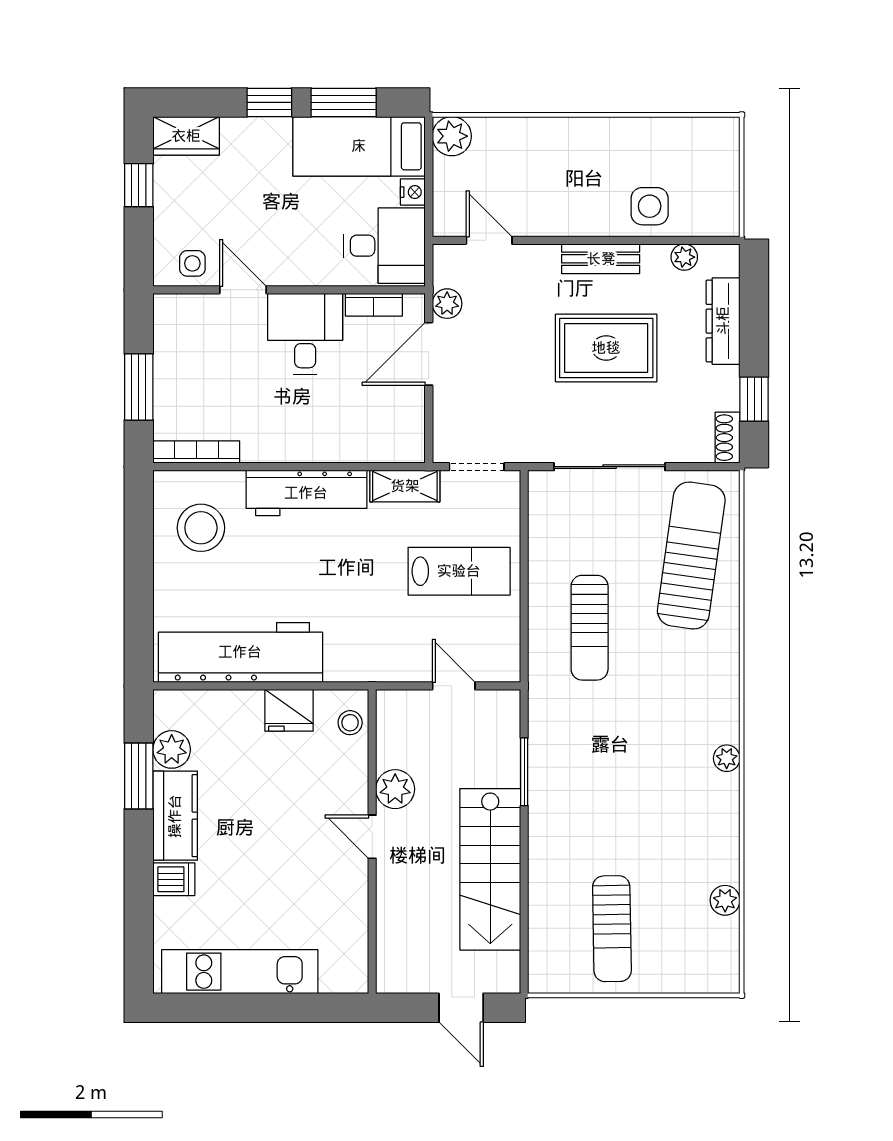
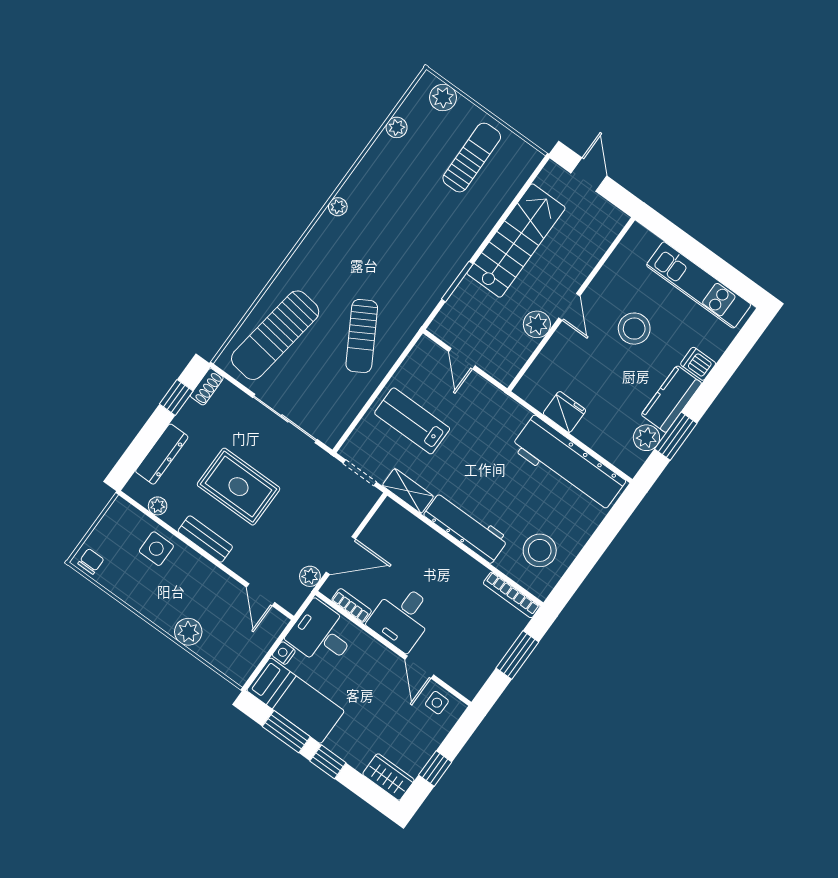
plant: (452, 136) -> (188, 632), moved
chair: (715, 136) -> (91, 561), added
sun lounger: (590, 628) -> (362, 336), turned 150
stool: (350, 723) -> (634, 329), moved, width x1.89, depth x1.89
plant: (696, 974) -> (443, 98), added

